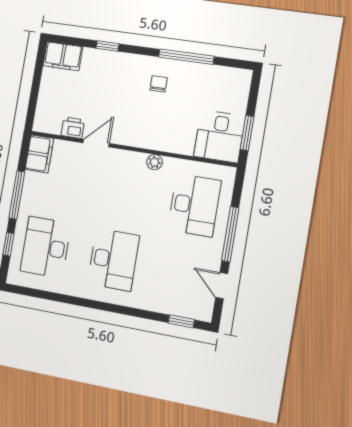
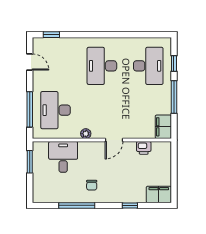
desk: (219, 136) -> (63, 157), moved
door: (96, 143) -> (114, 140), moved
window: (230, 234) -> (30, 109), moved

